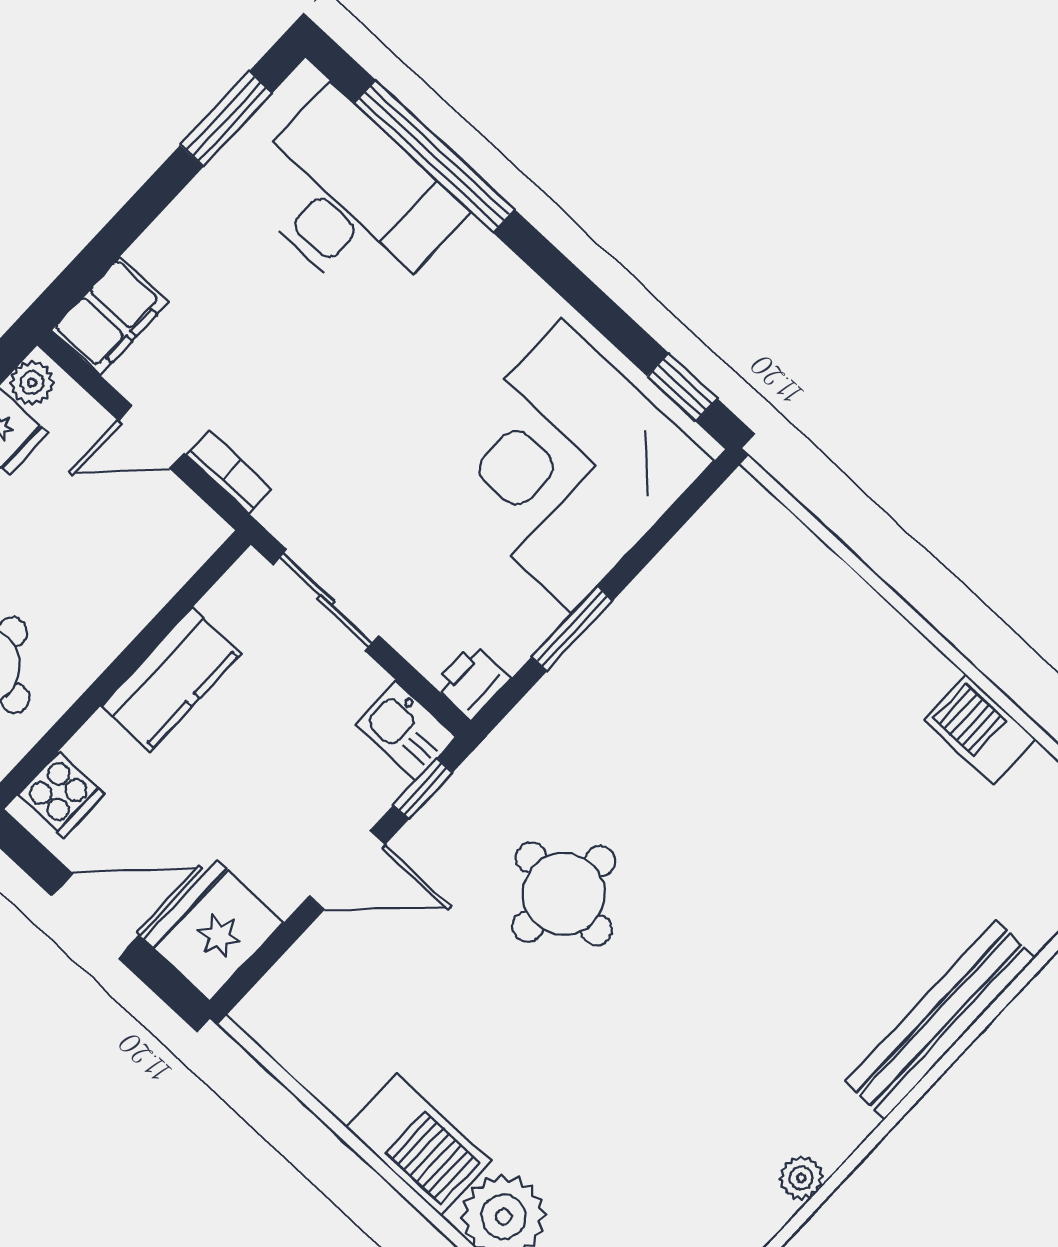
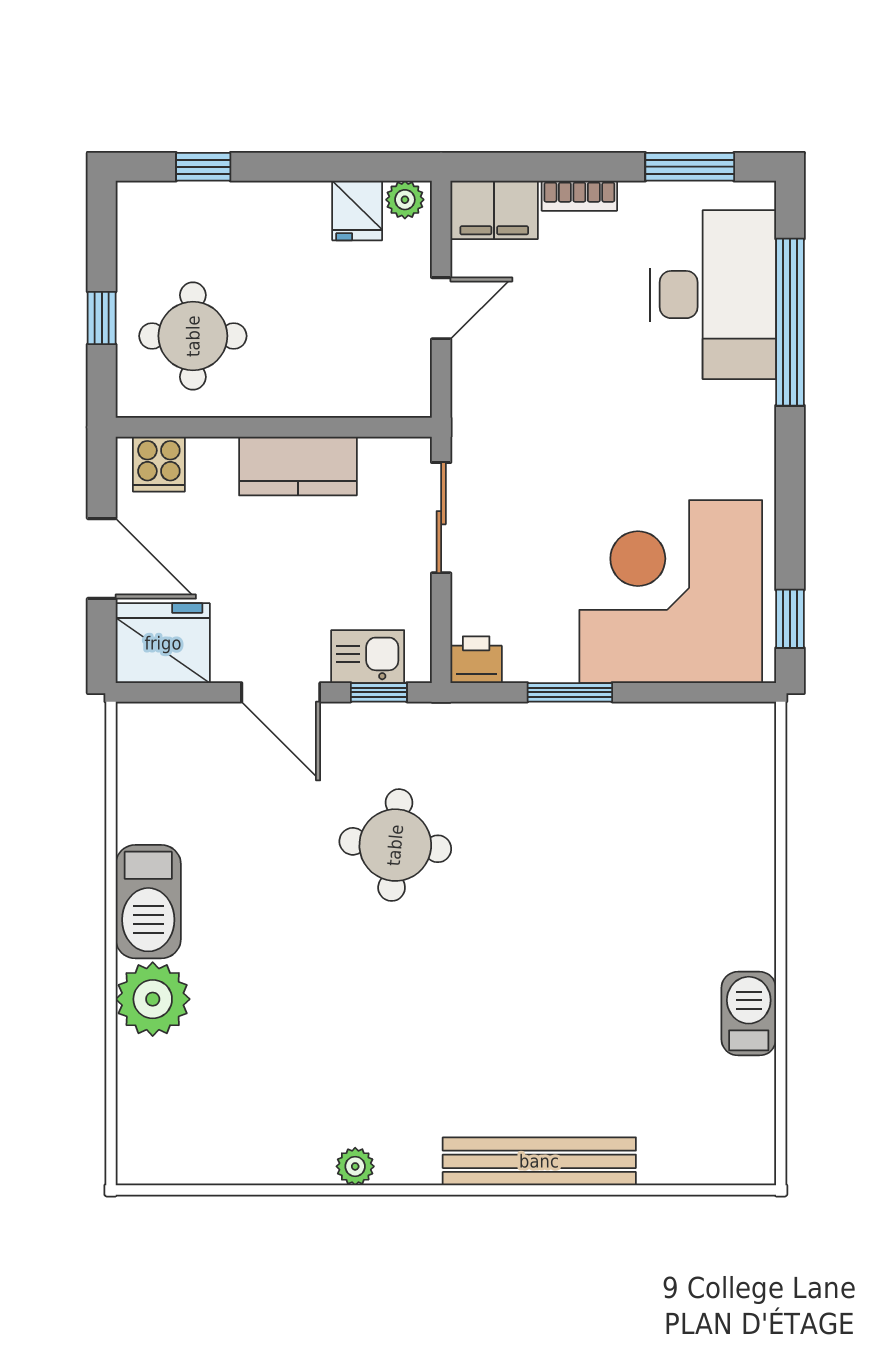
door: (151, 437) -> (441, 308), swing flipped
bookcase: (229, 472) -> (579, 196), moved, turned 90
kitchen sink: (406, 731) -> (368, 657), moved, turned 90

